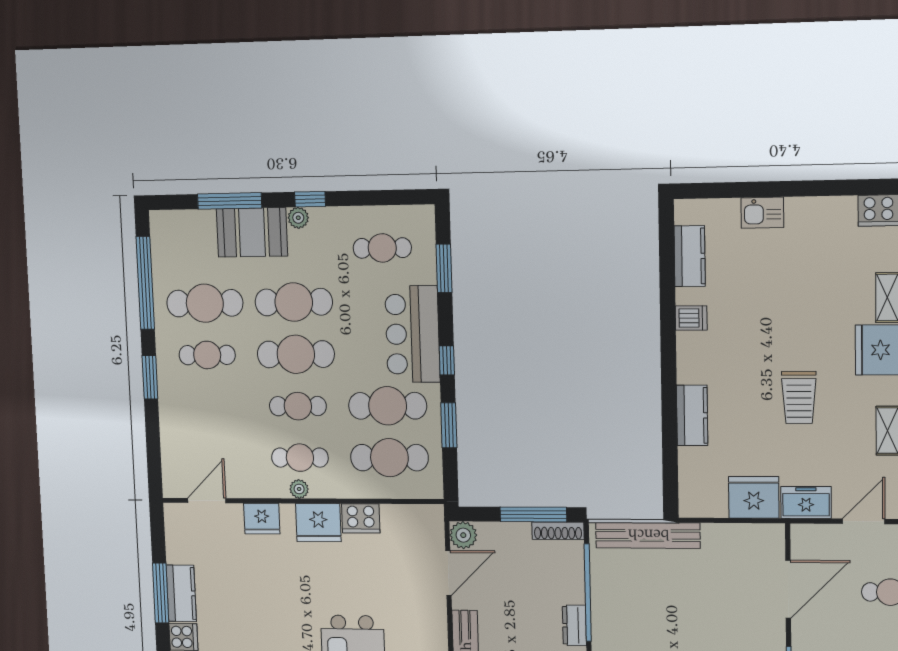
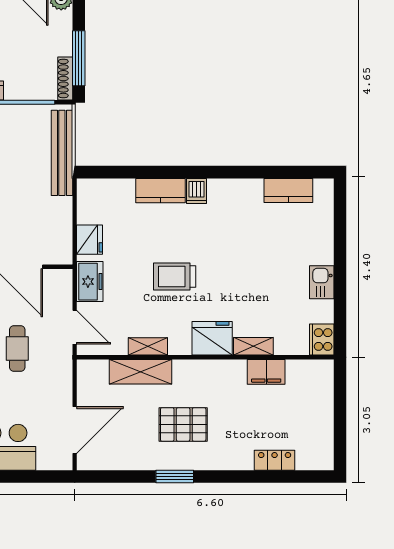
kitchen sink: (762, 213) -> (322, 282), moved
dishwasher: (691, 318) -> (197, 191), moved
fridge: (754, 497) -> (89, 240), width x0.73, depth x0.75

